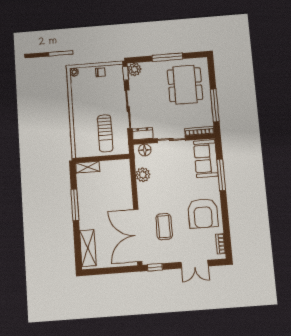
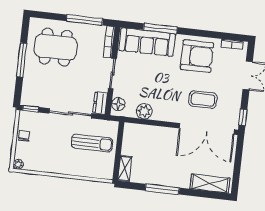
plant: (134, 69) -> (28, 98), removed
sofa: (206, 159) -> (147, 42), width x1.36

